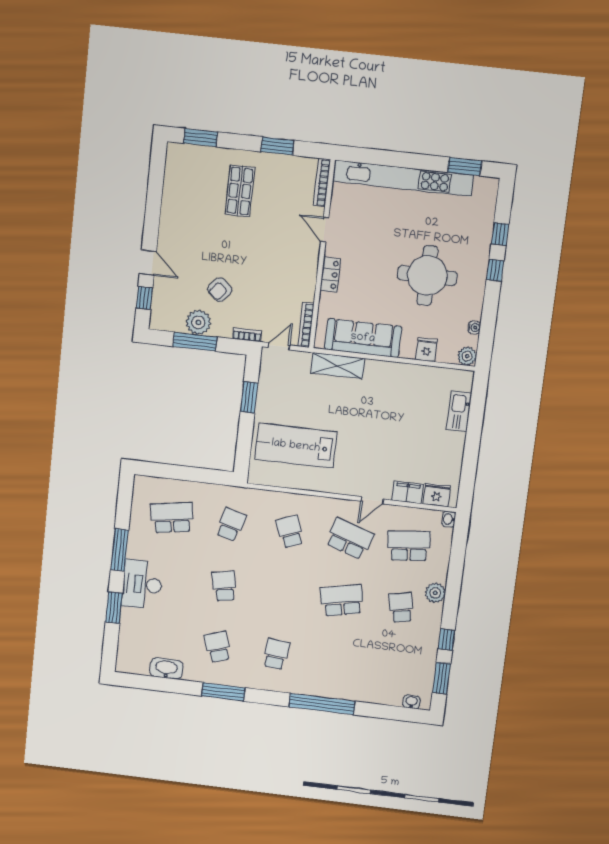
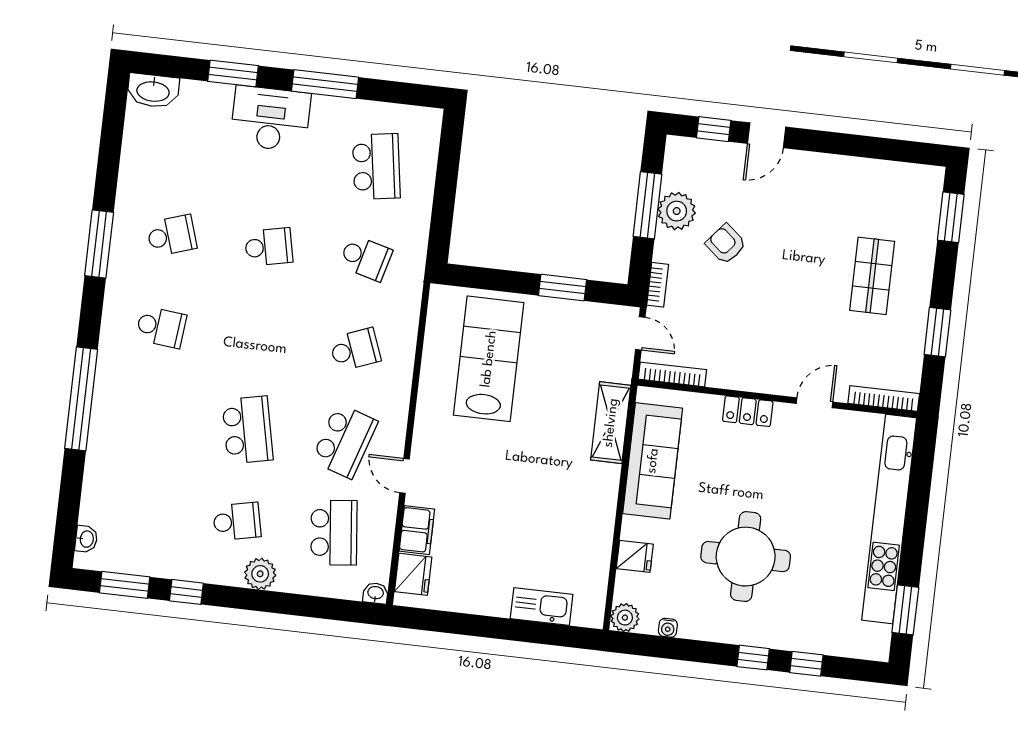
shop shelf: (240, 191) -> (872, 276), turned 90
washbasin: (166, 669) -> (153, 91), moved, turned 90

